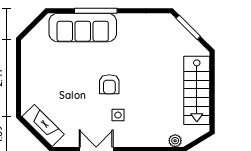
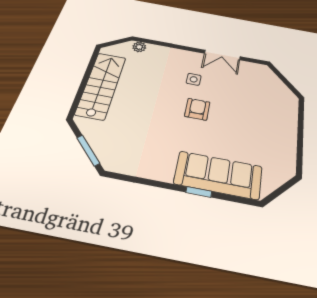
window: (96, 11) -> (199, 192), width x0.46
fireplace: (43, 126) -> (275, 85), removed

